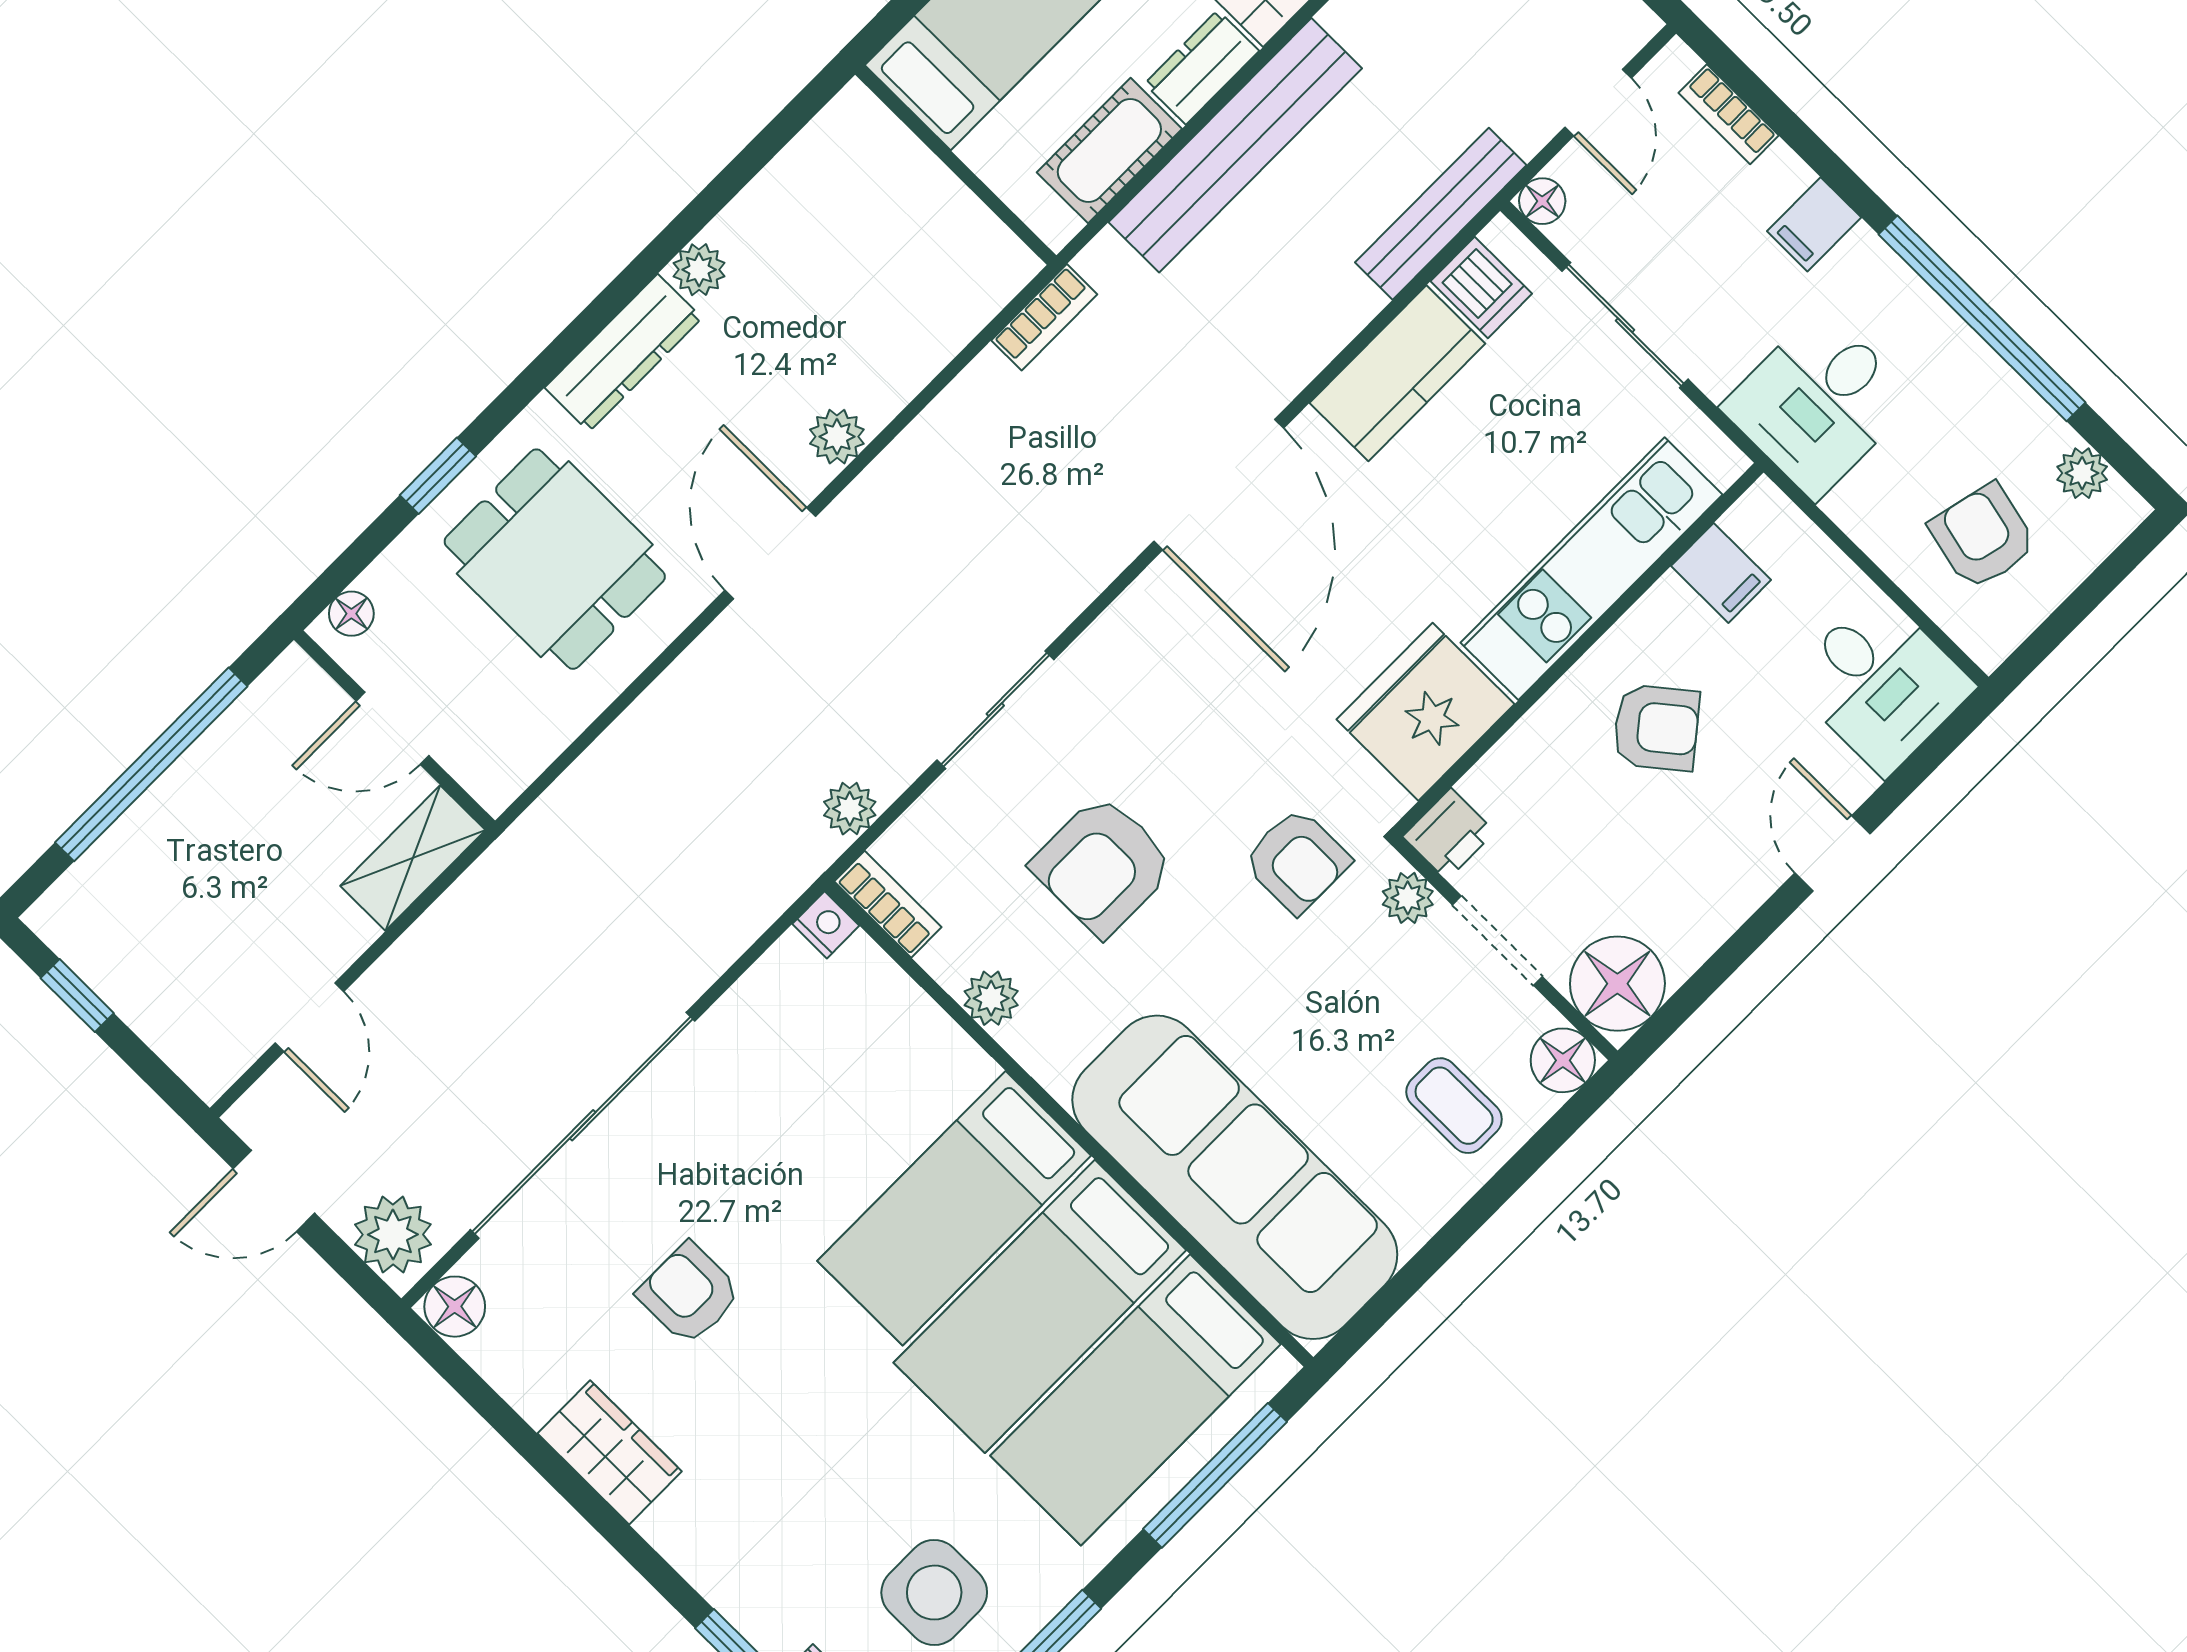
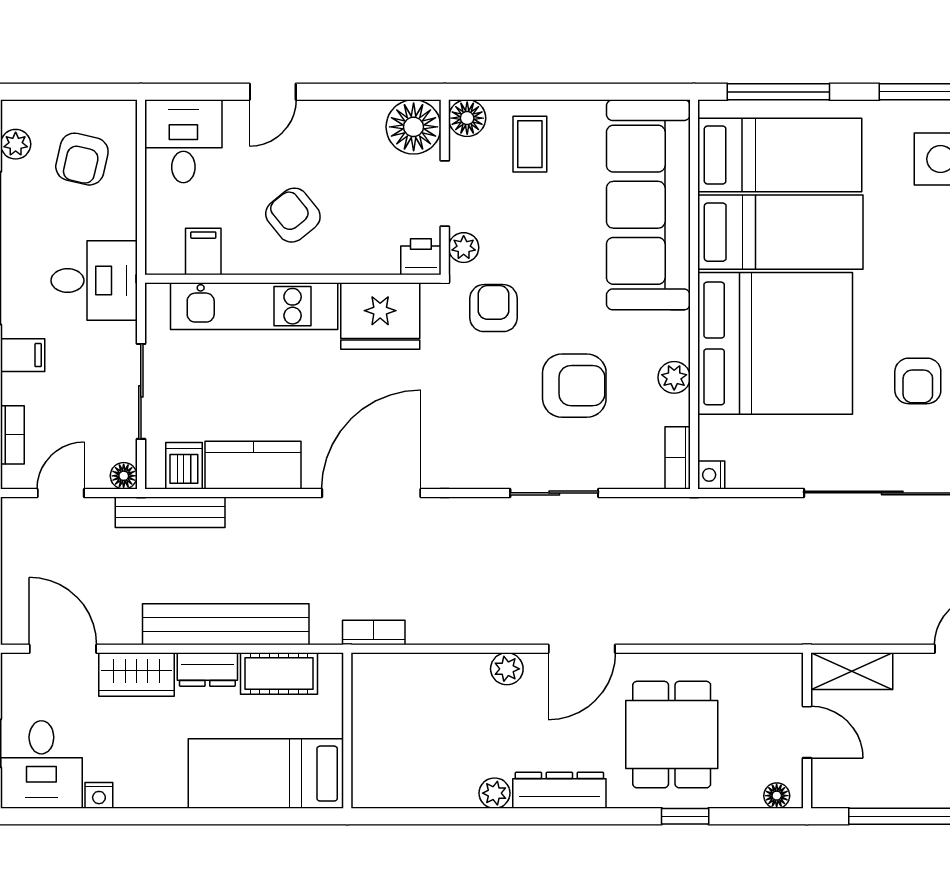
plant: (850, 809) -> (654, 512), removed
bed: (954, 1208) -> (775, 343), width x2.04

